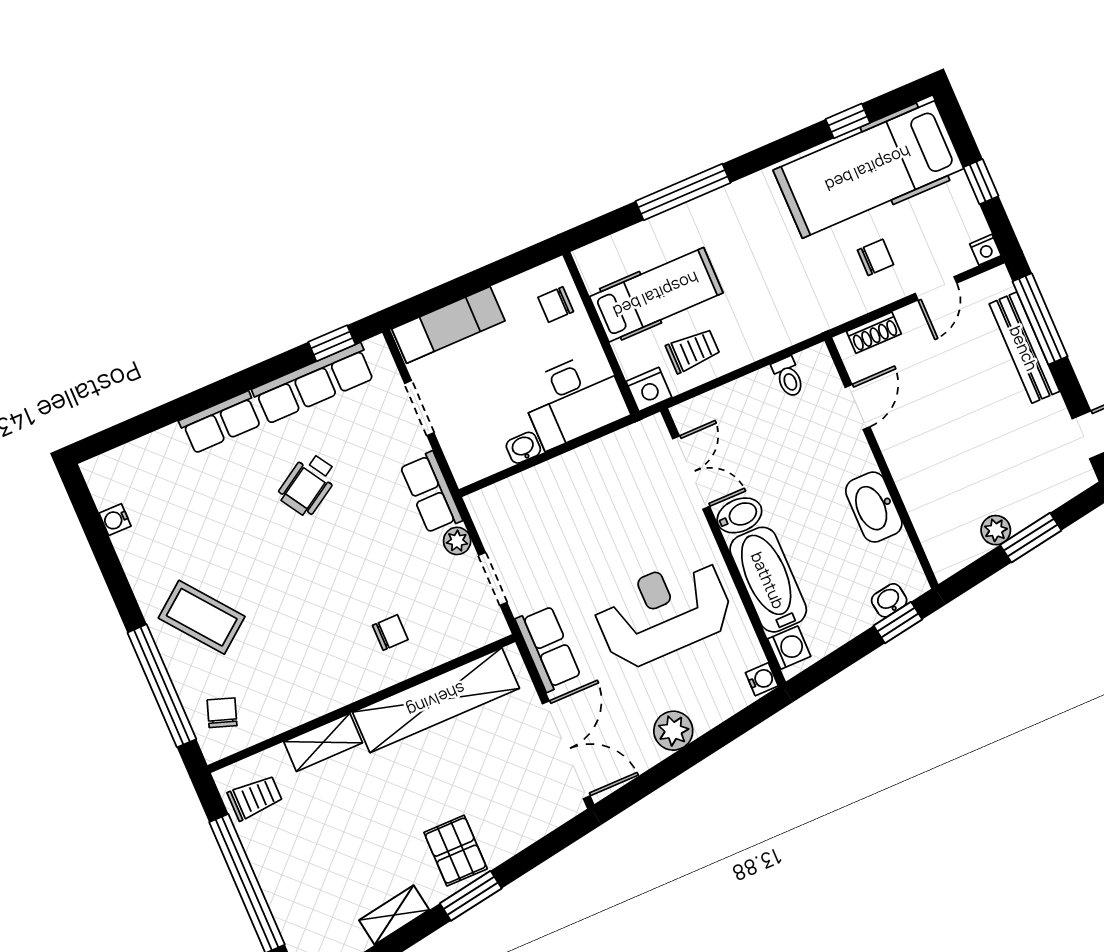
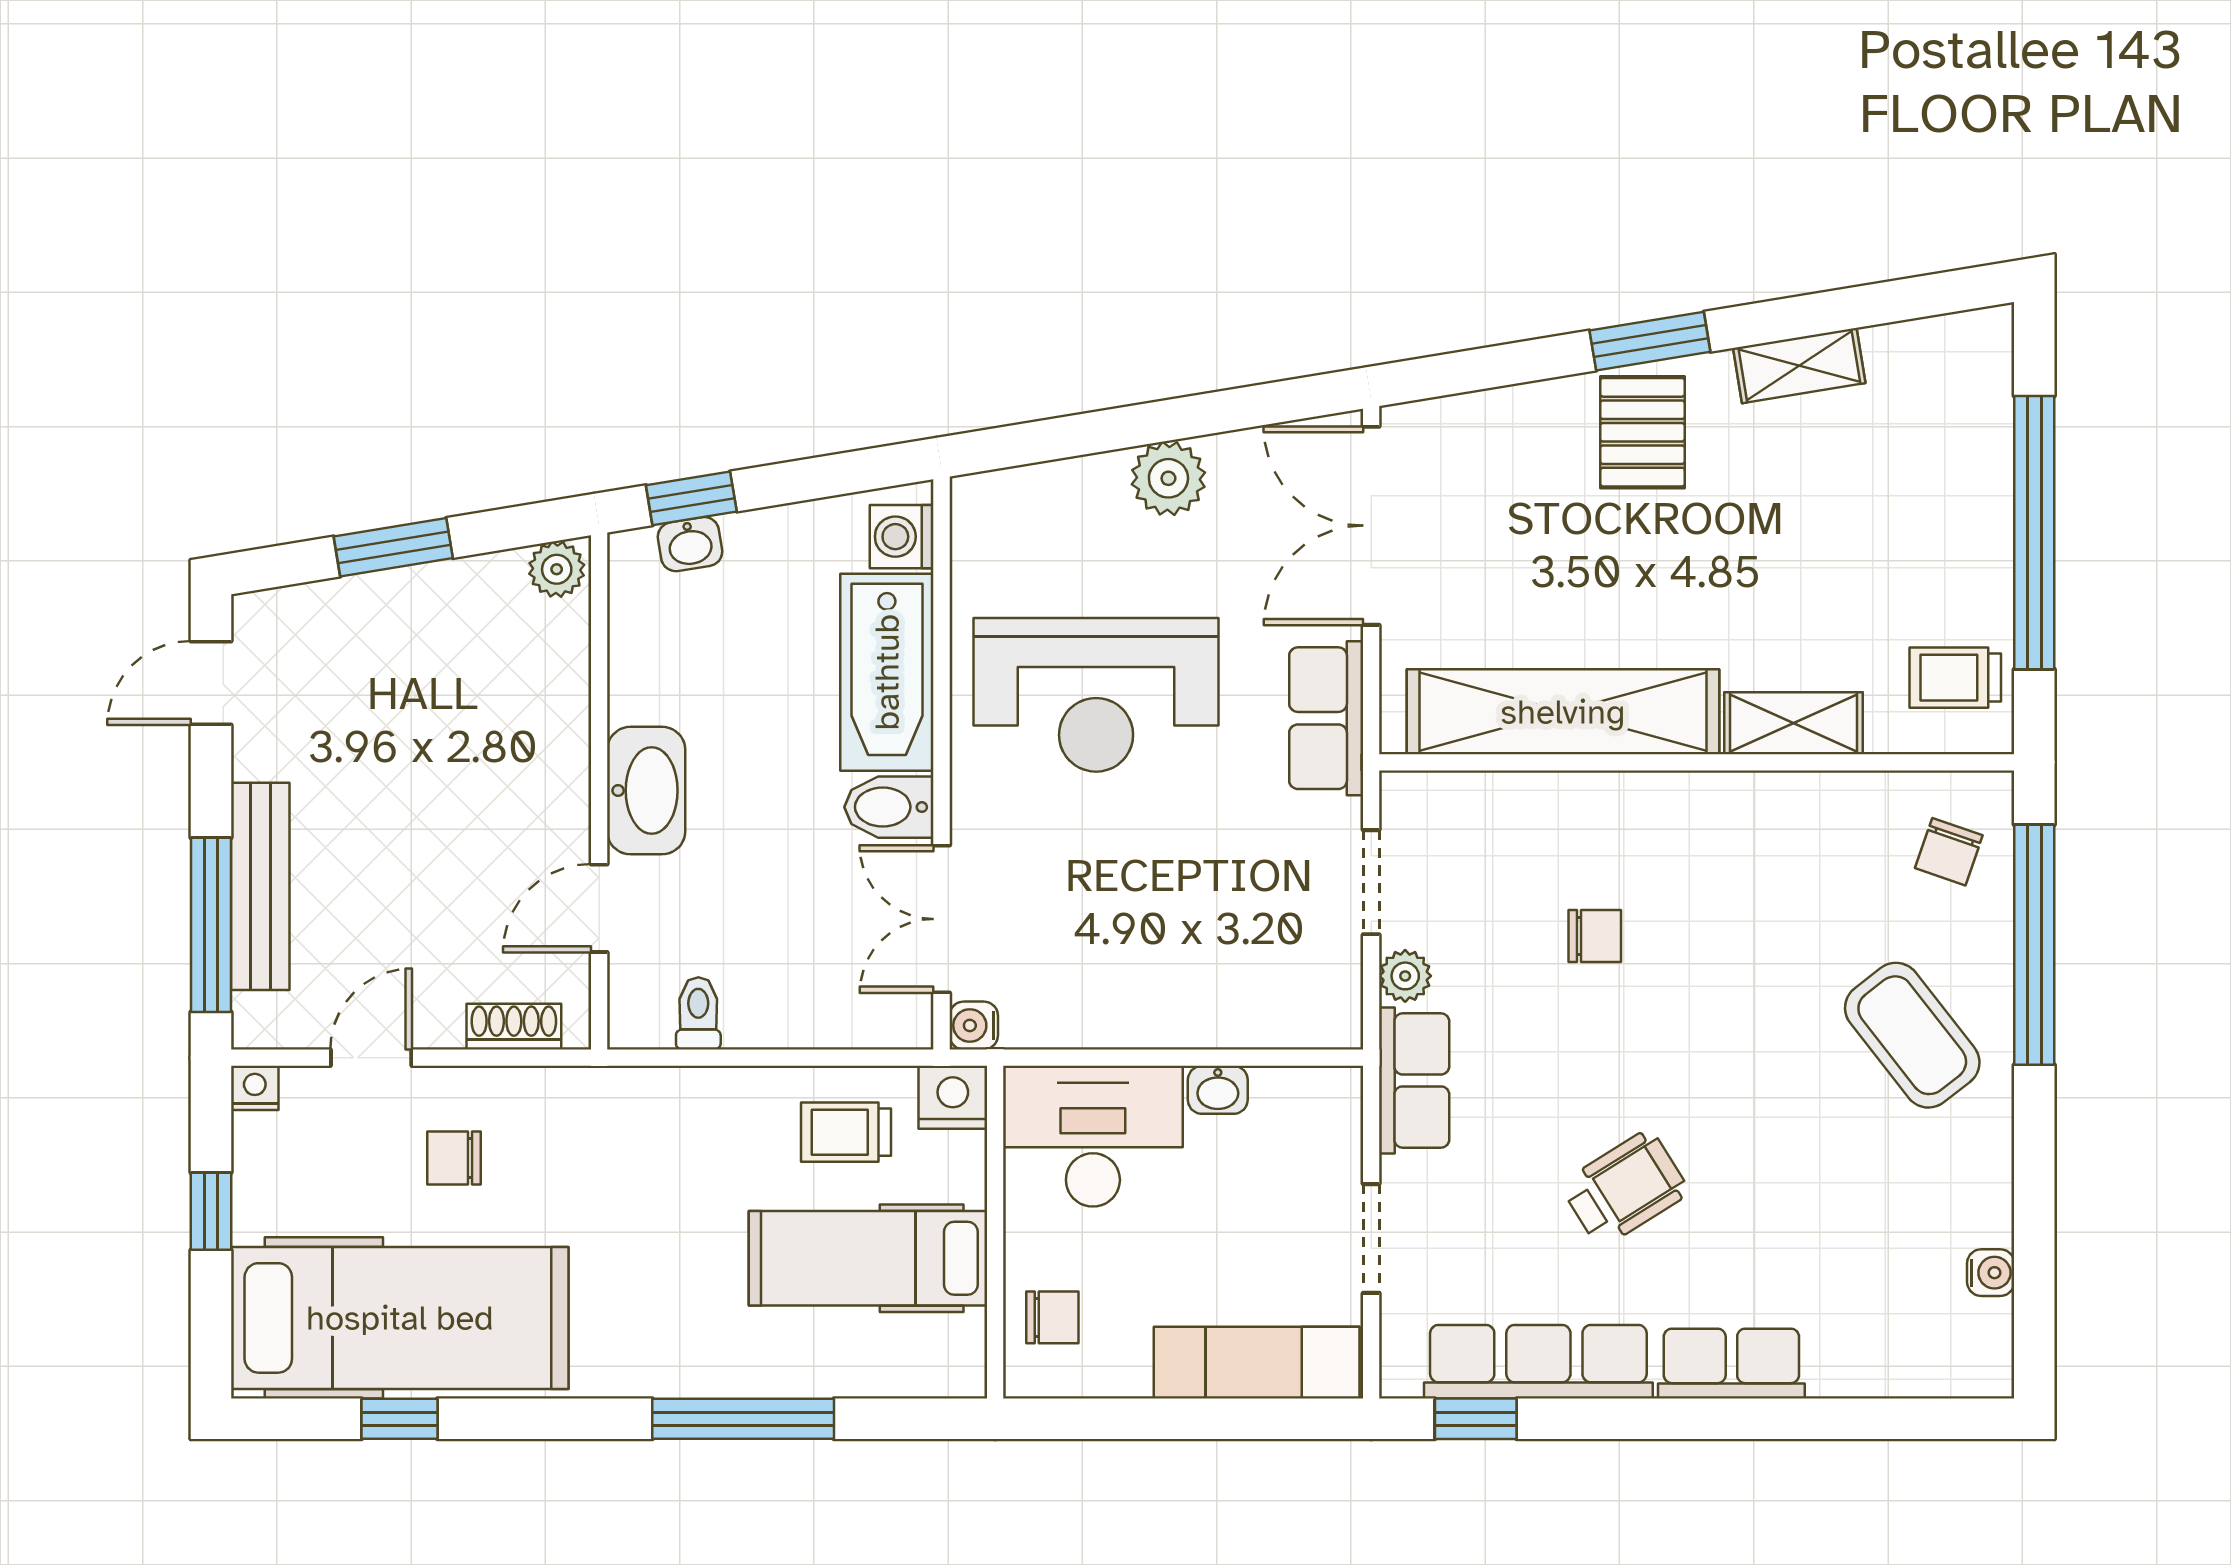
washbasin: (874, 507) -> (646, 791), moved
plant: (996, 530) -> (557, 569), moved
chair: (390, 633) -> (1595, 936), moved, turned 180
water cooler: (762, 679) -> (974, 1025), moved

